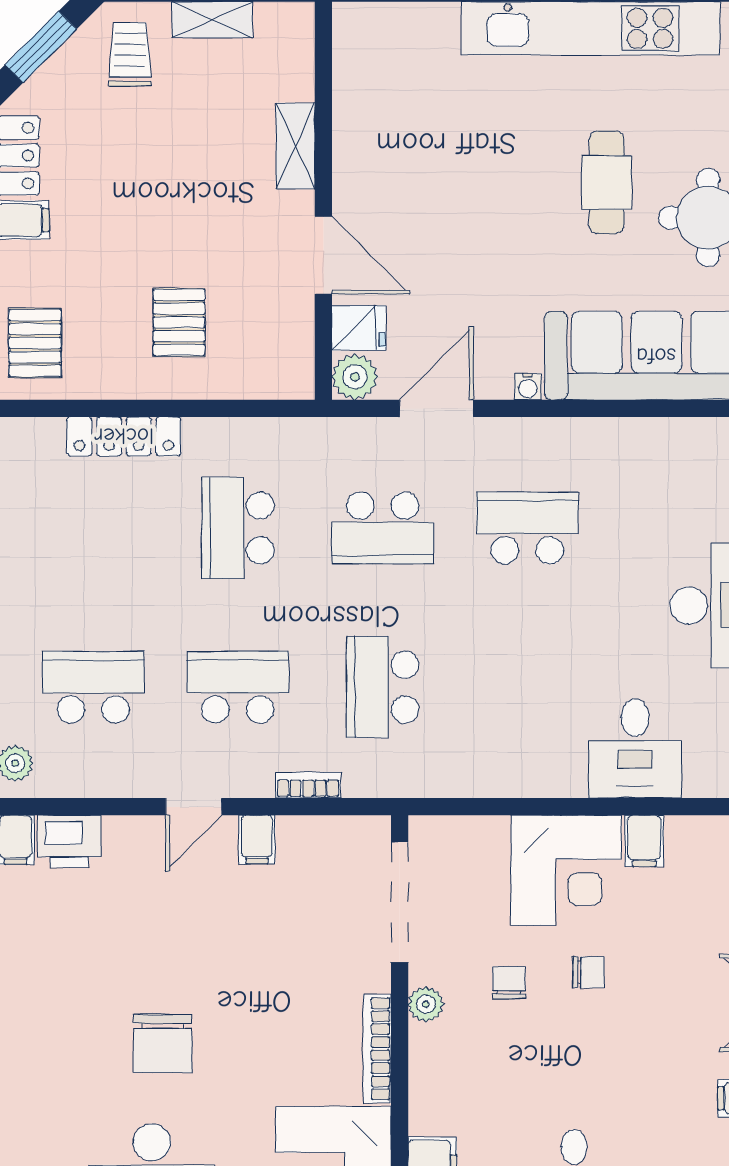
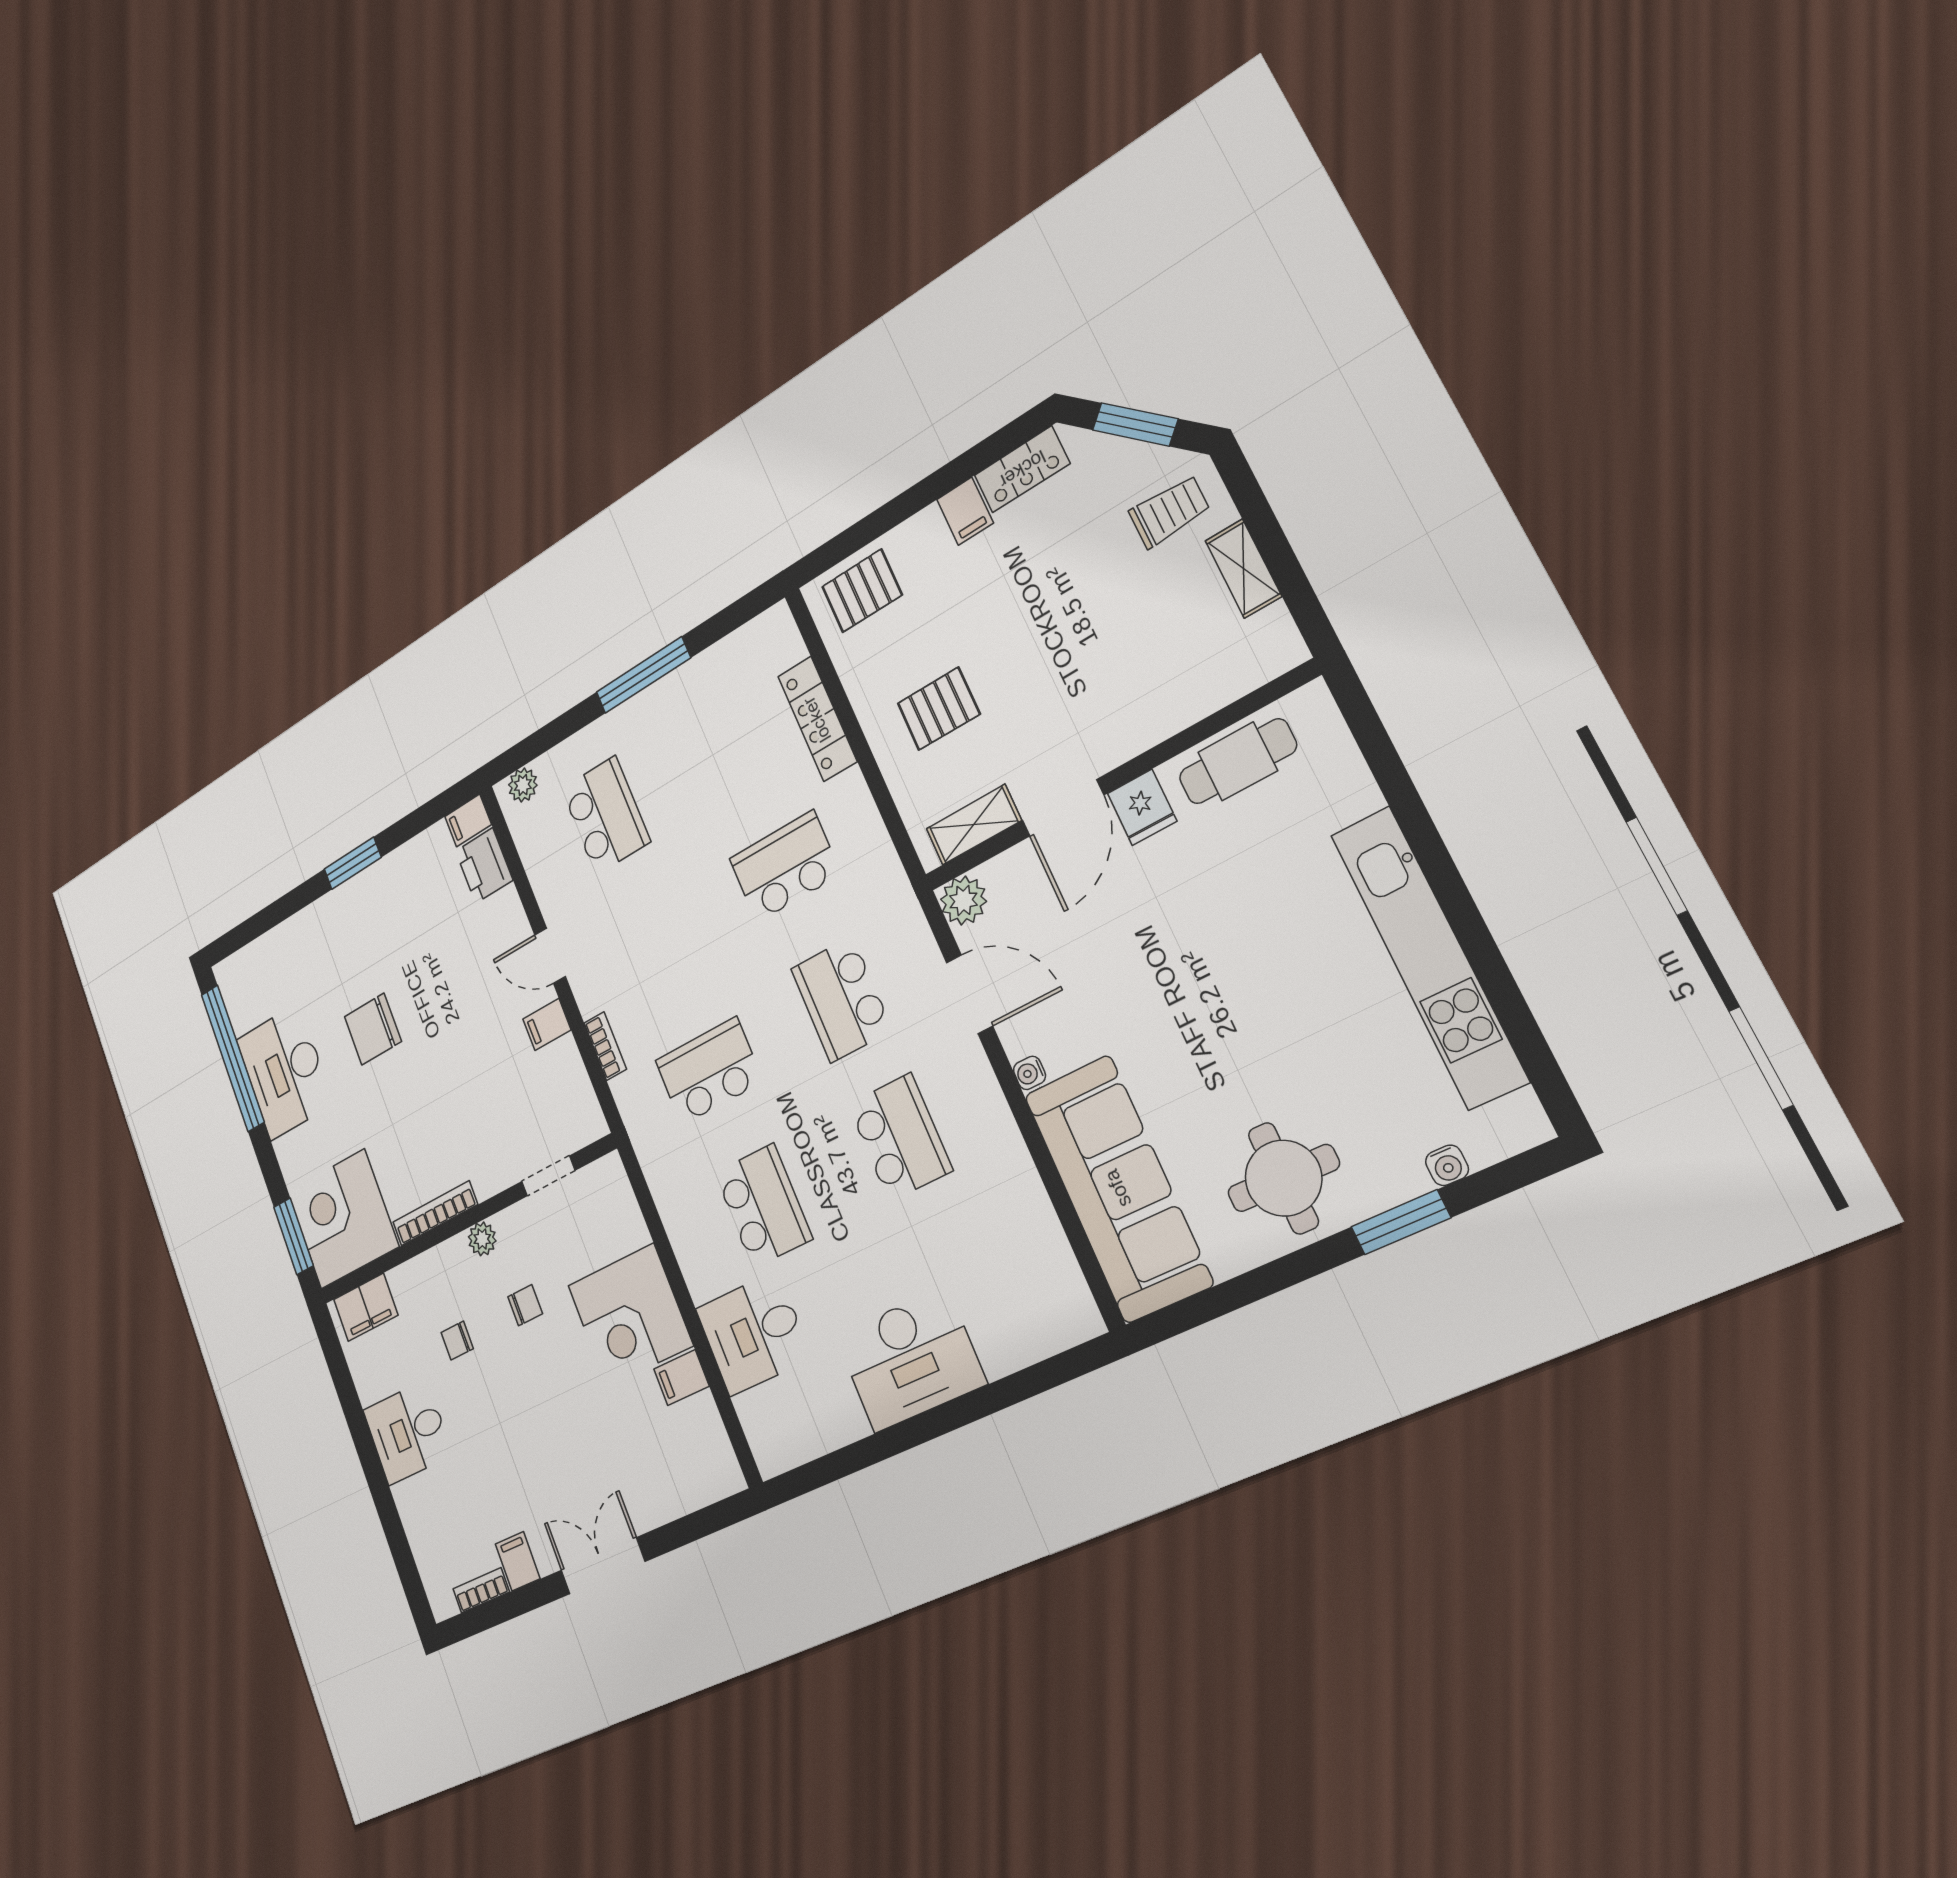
shelving: (295, 146) -> (974, 825), moved
cafe table: (607, 182) -> (1238, 761), moved
fridge: (359, 328) -> (1142, 807), moved
school desk: (238, 687) -> (763, 1206), moved
doorway: (400, 902) -> (548, 1176), width x0.53
chair: (589, 972) -> (457, 1341), moved, turned 90

